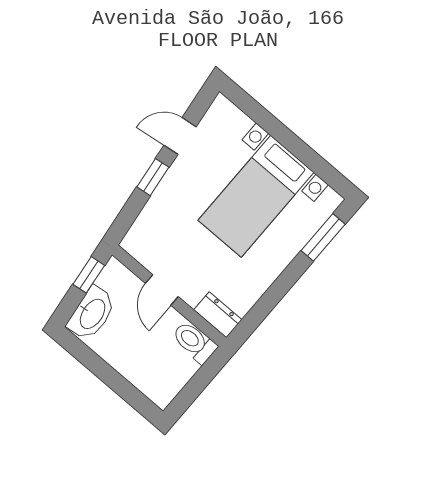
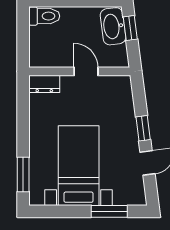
window: (265, 119) -> (109, 211), added
window: (89, 275) -> (130, 28), moved
toilet: (194, 342) -> (44, 16), moved

